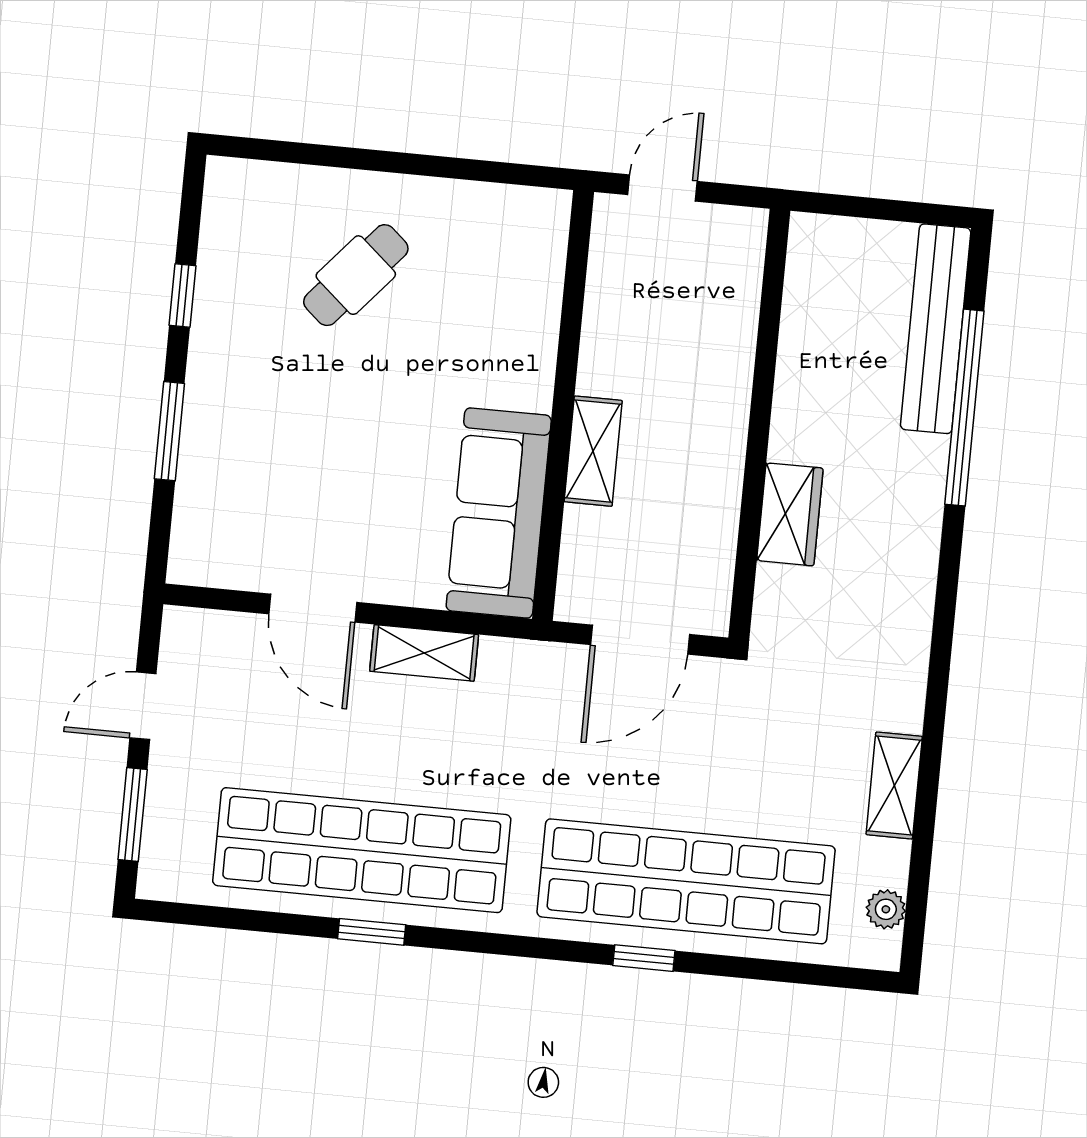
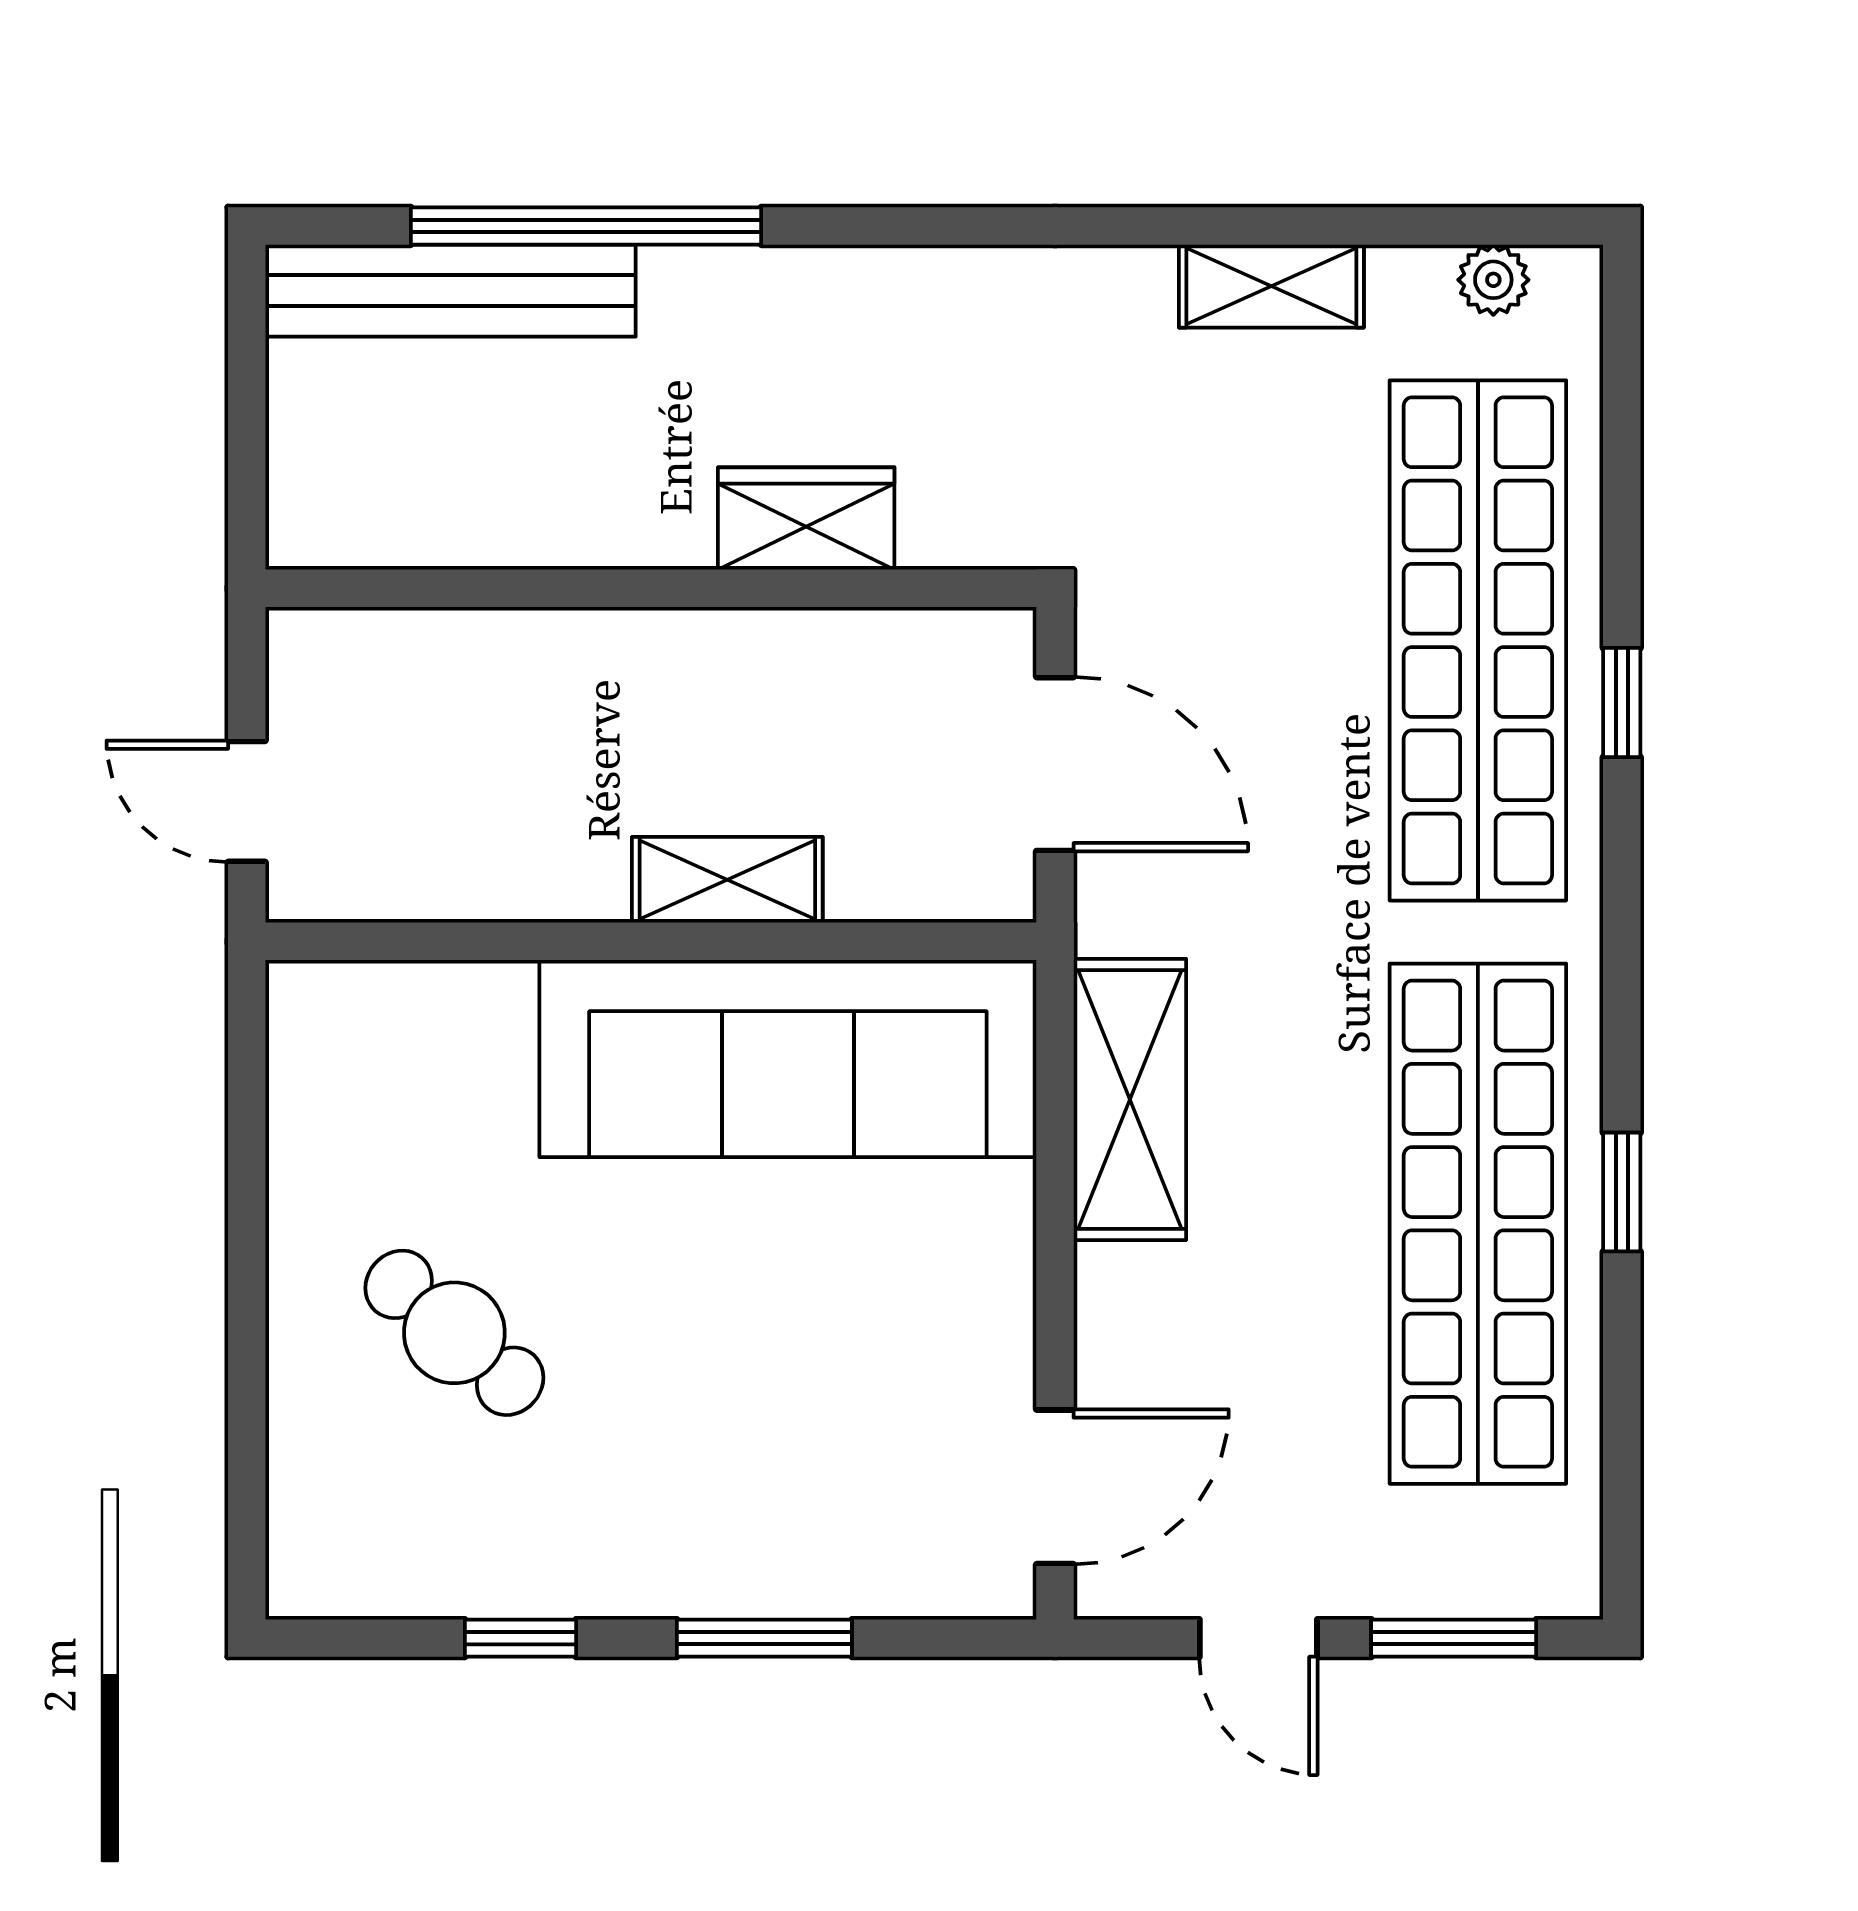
sofa: (499, 513) -> (788, 1059), width x1.36, depth x1.27
door: (313, 608) -> (1055, 1487), moved
shelving: (424, 653) -> (1130, 1099), width x1.50, depth x1.33

